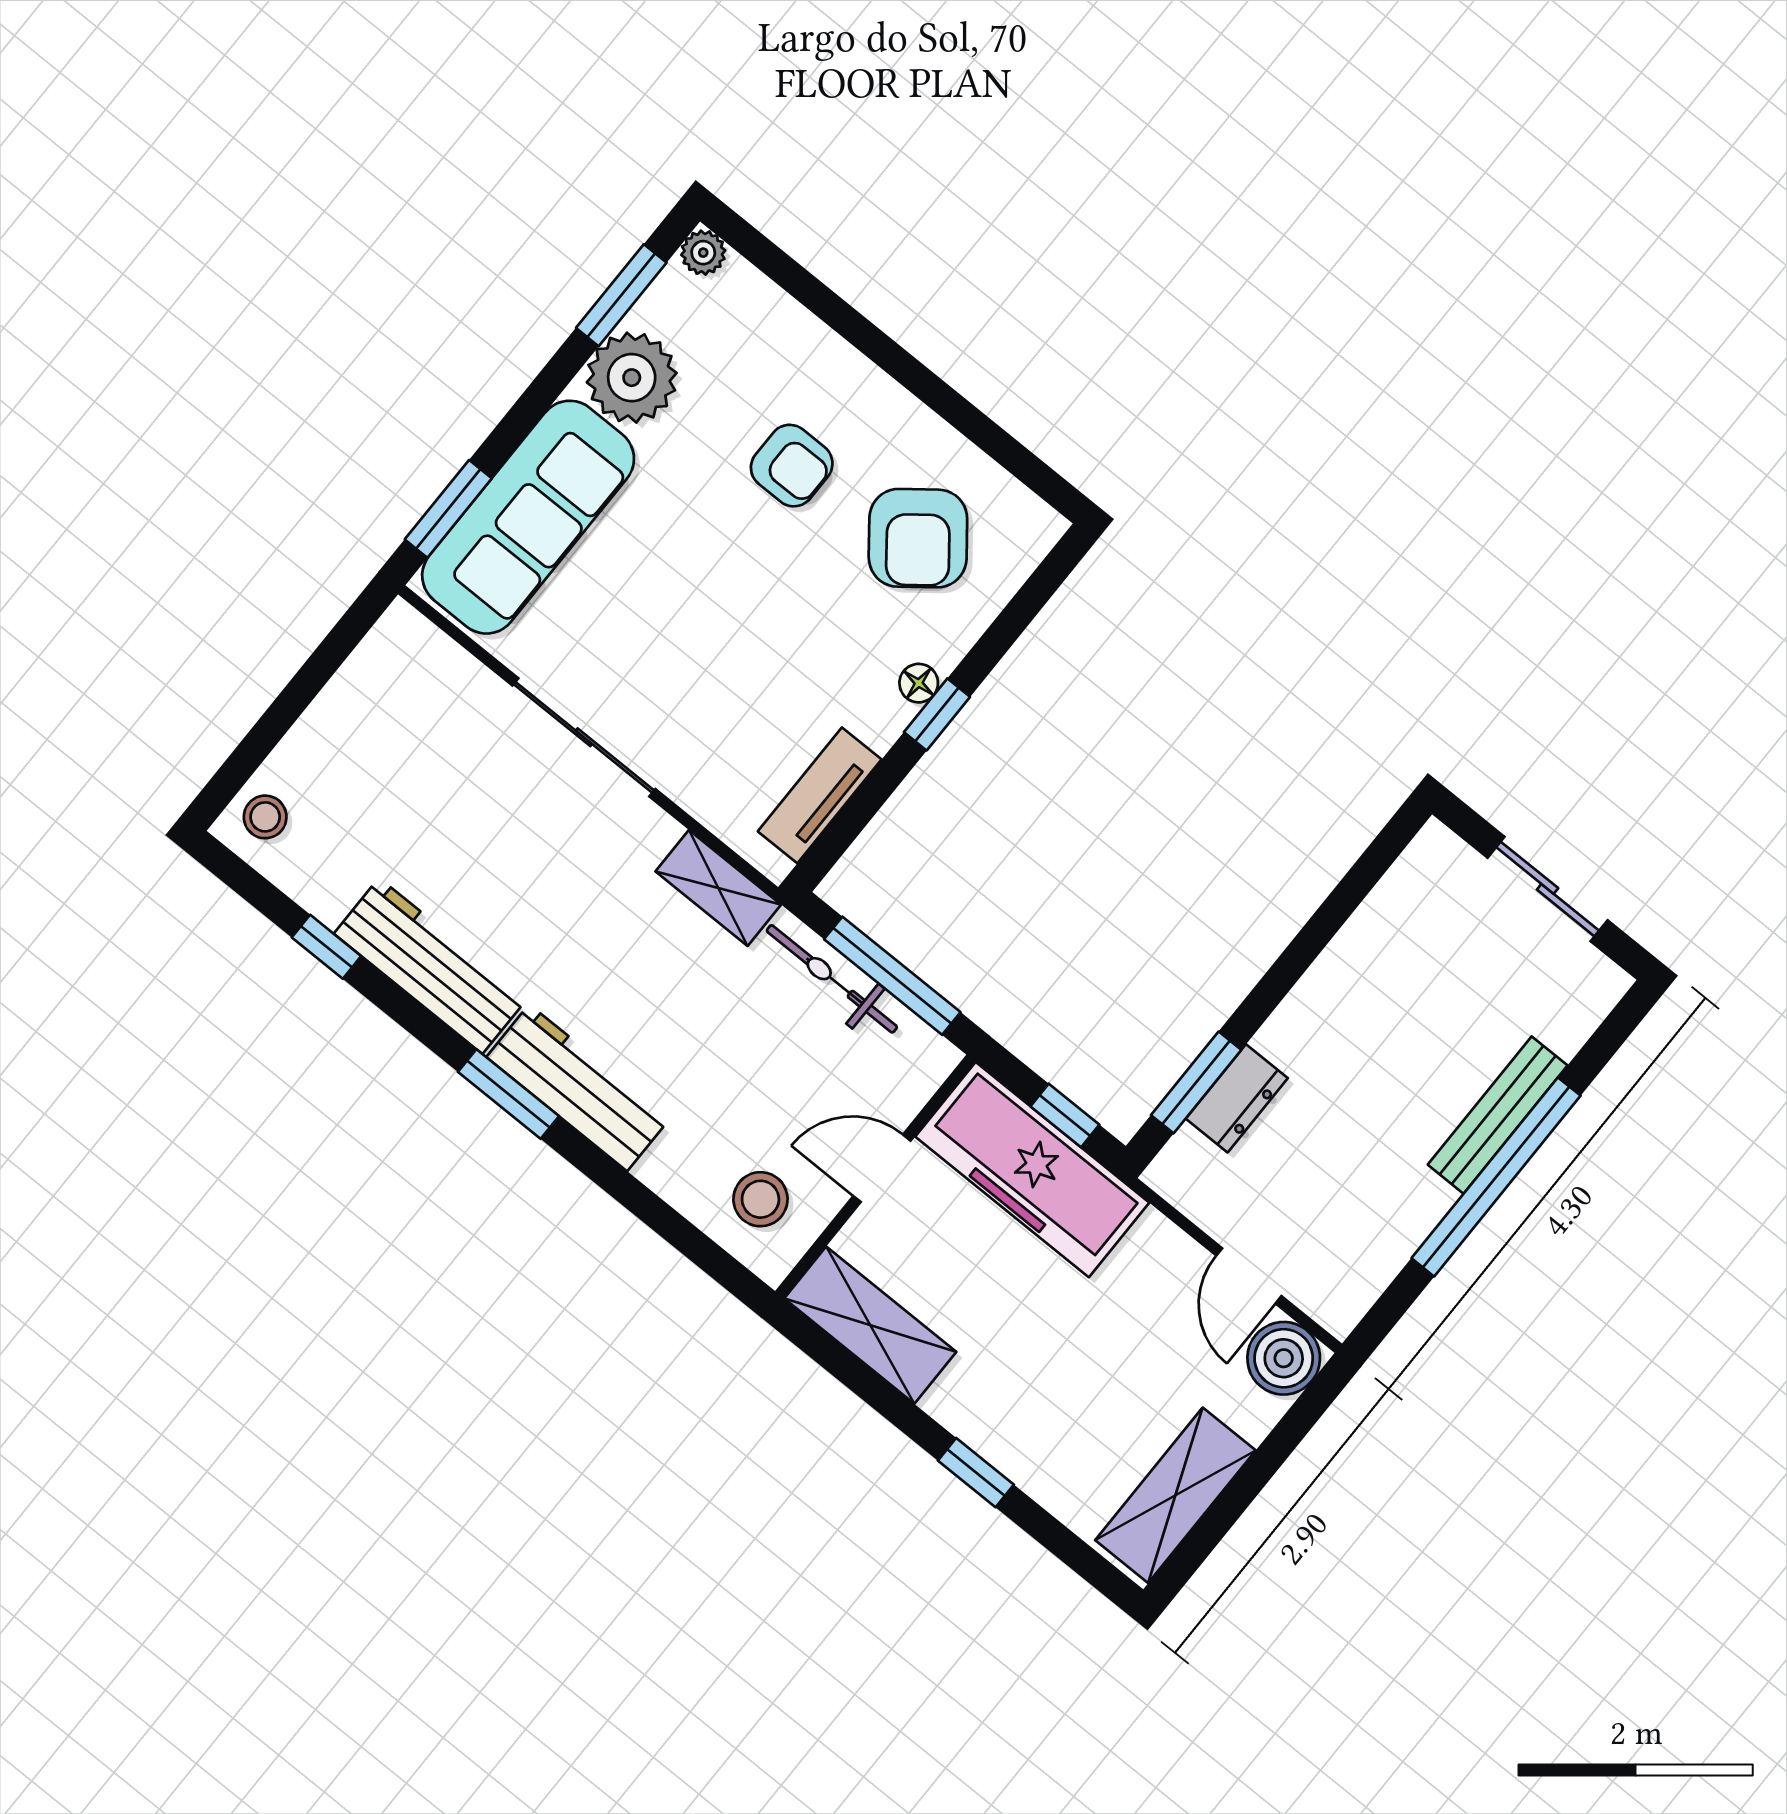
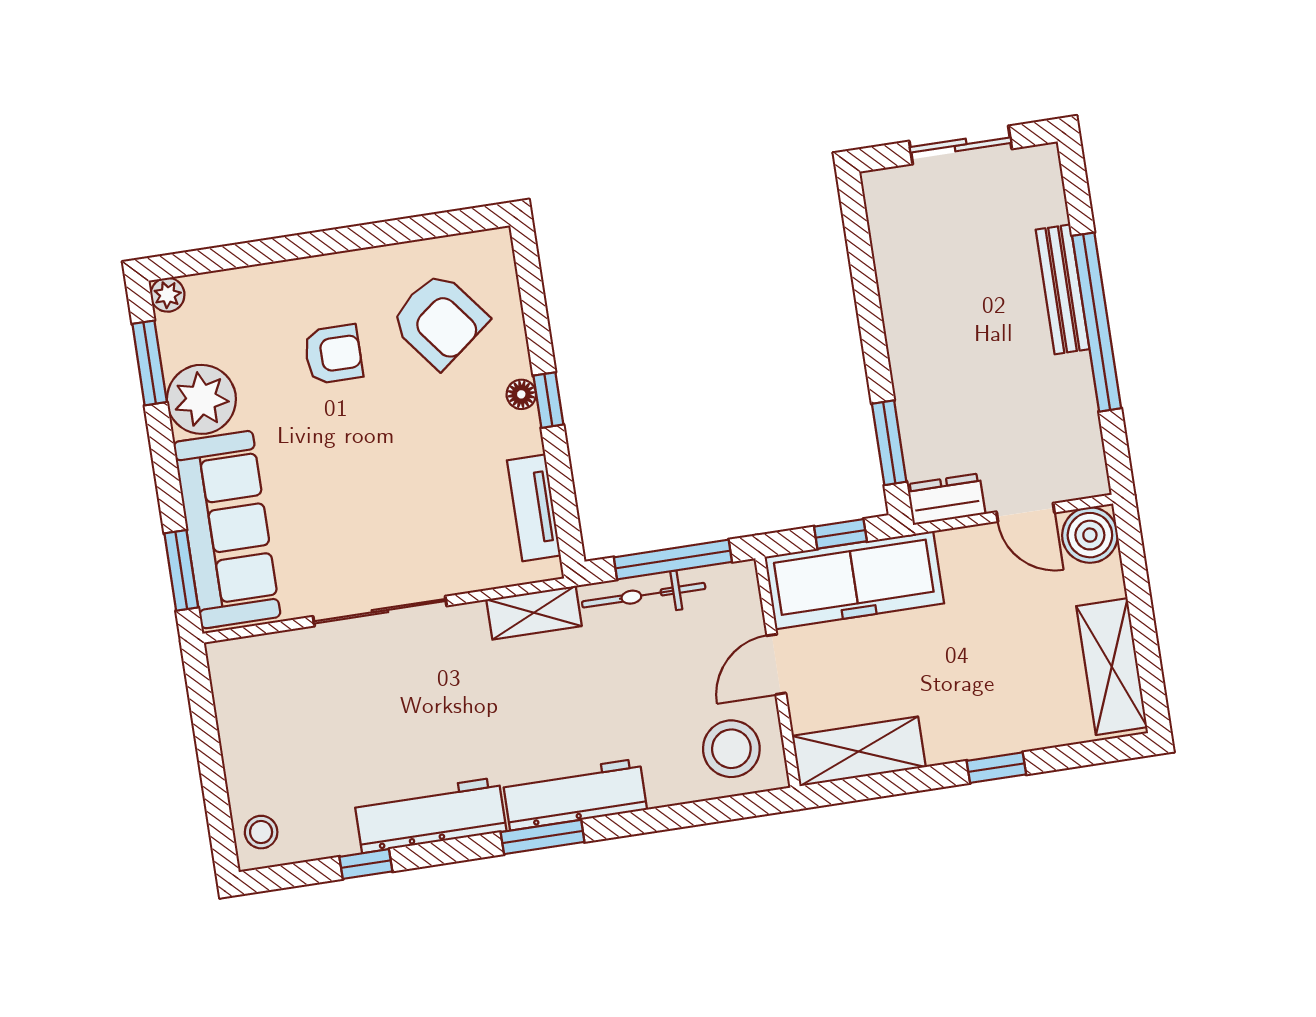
dresser: (1237, 1098) -> (946, 499), moved, turned -90
stool: (760, 1199) -> (731, 749), width x1.38, depth x1.38

